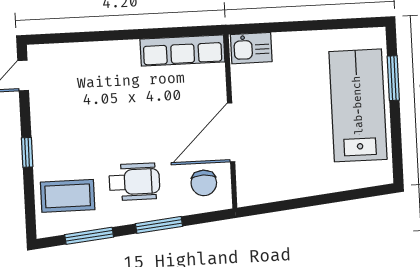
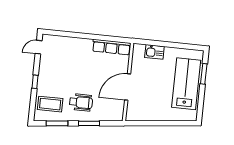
kitchen sink: (251, 48) -> (154, 52), moved
chair: (204, 183) -> (112, 108), removed

